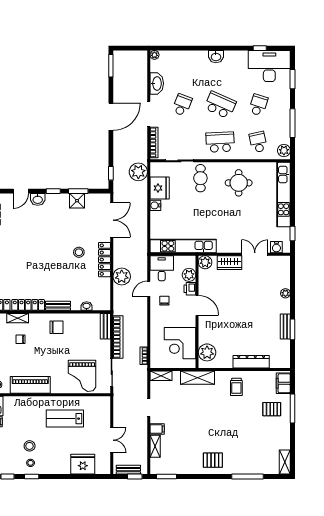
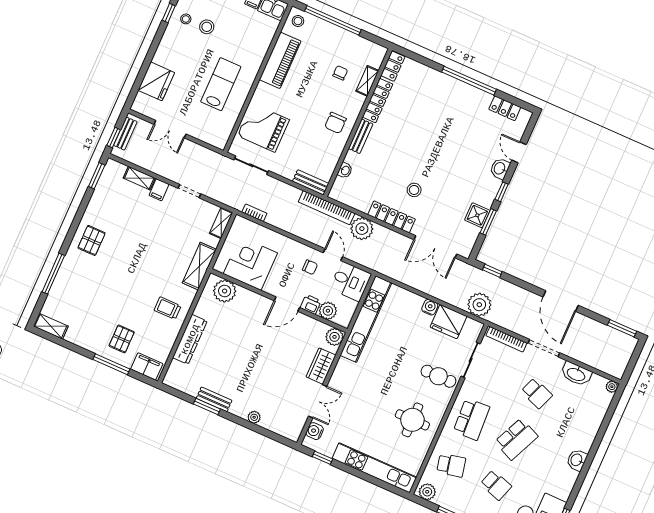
bookcase: (118, 337) -> (327, 208), moved

